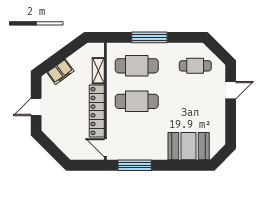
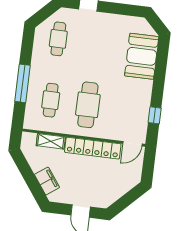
cafe table: (137, 66) -> (51, 100), width x0.73, depth x0.74
window: (135, 165) -> (155, 115), width x0.46

